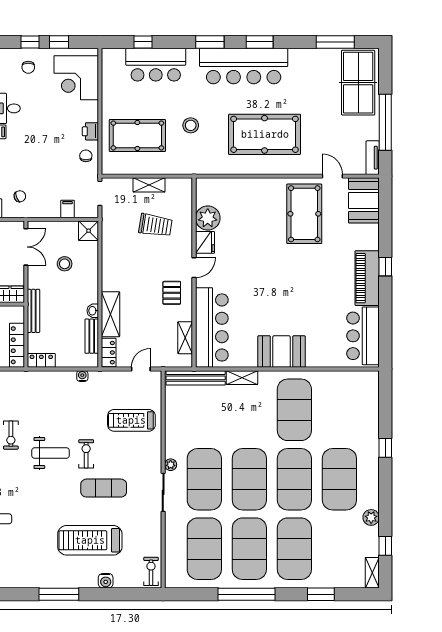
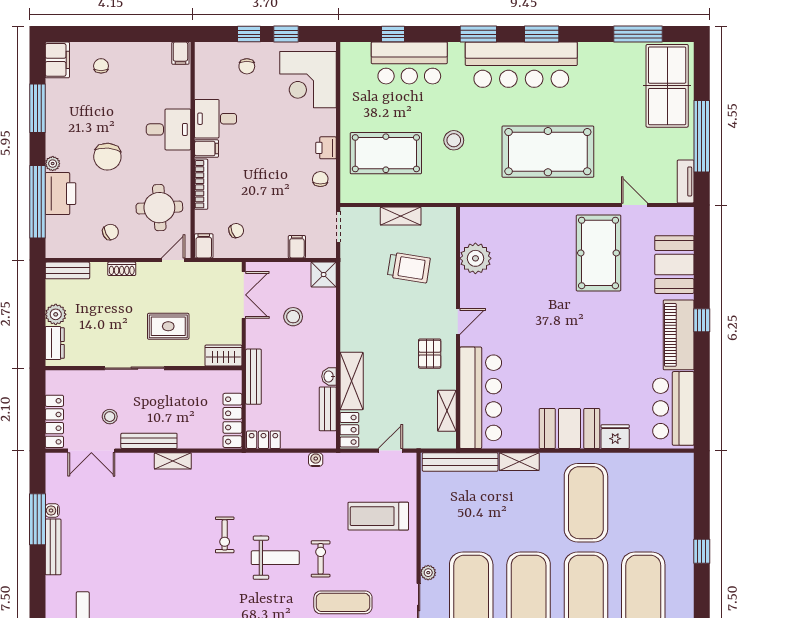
booth: (364, 200) -> (674, 265), moved
fridge: (205, 242) -> (615, 437), moved, turned -90

